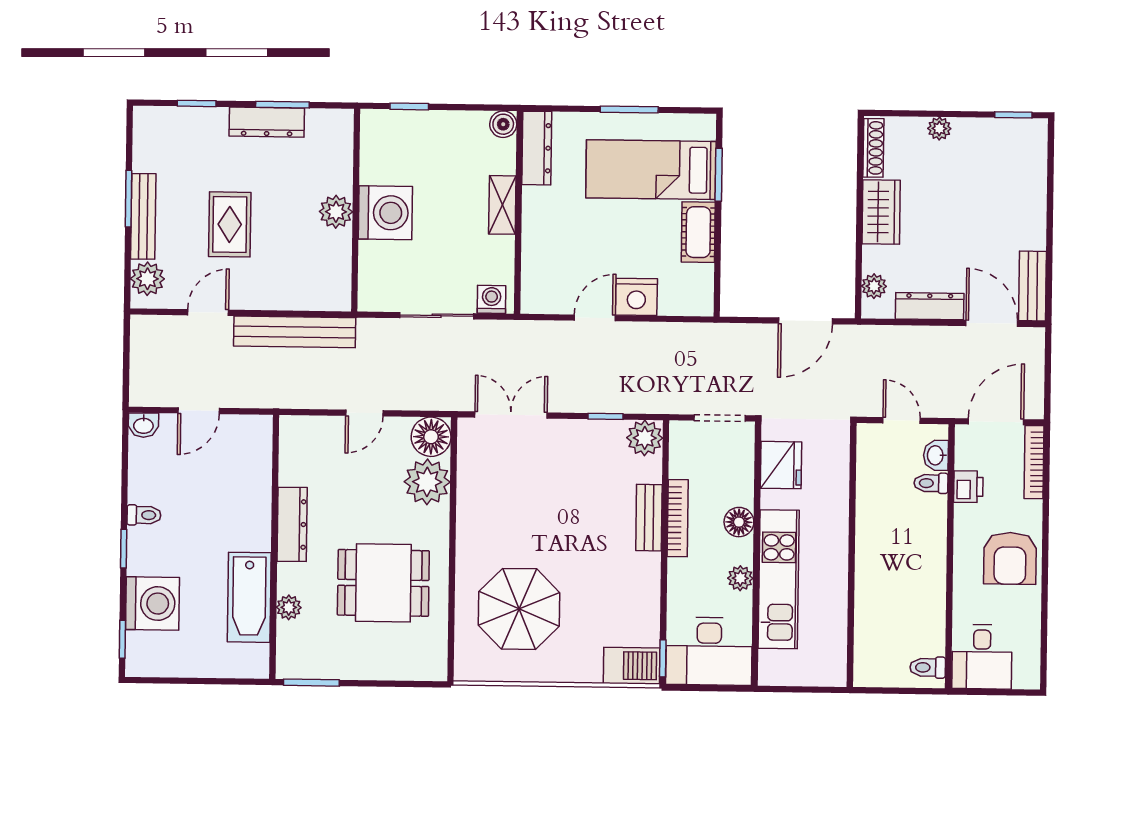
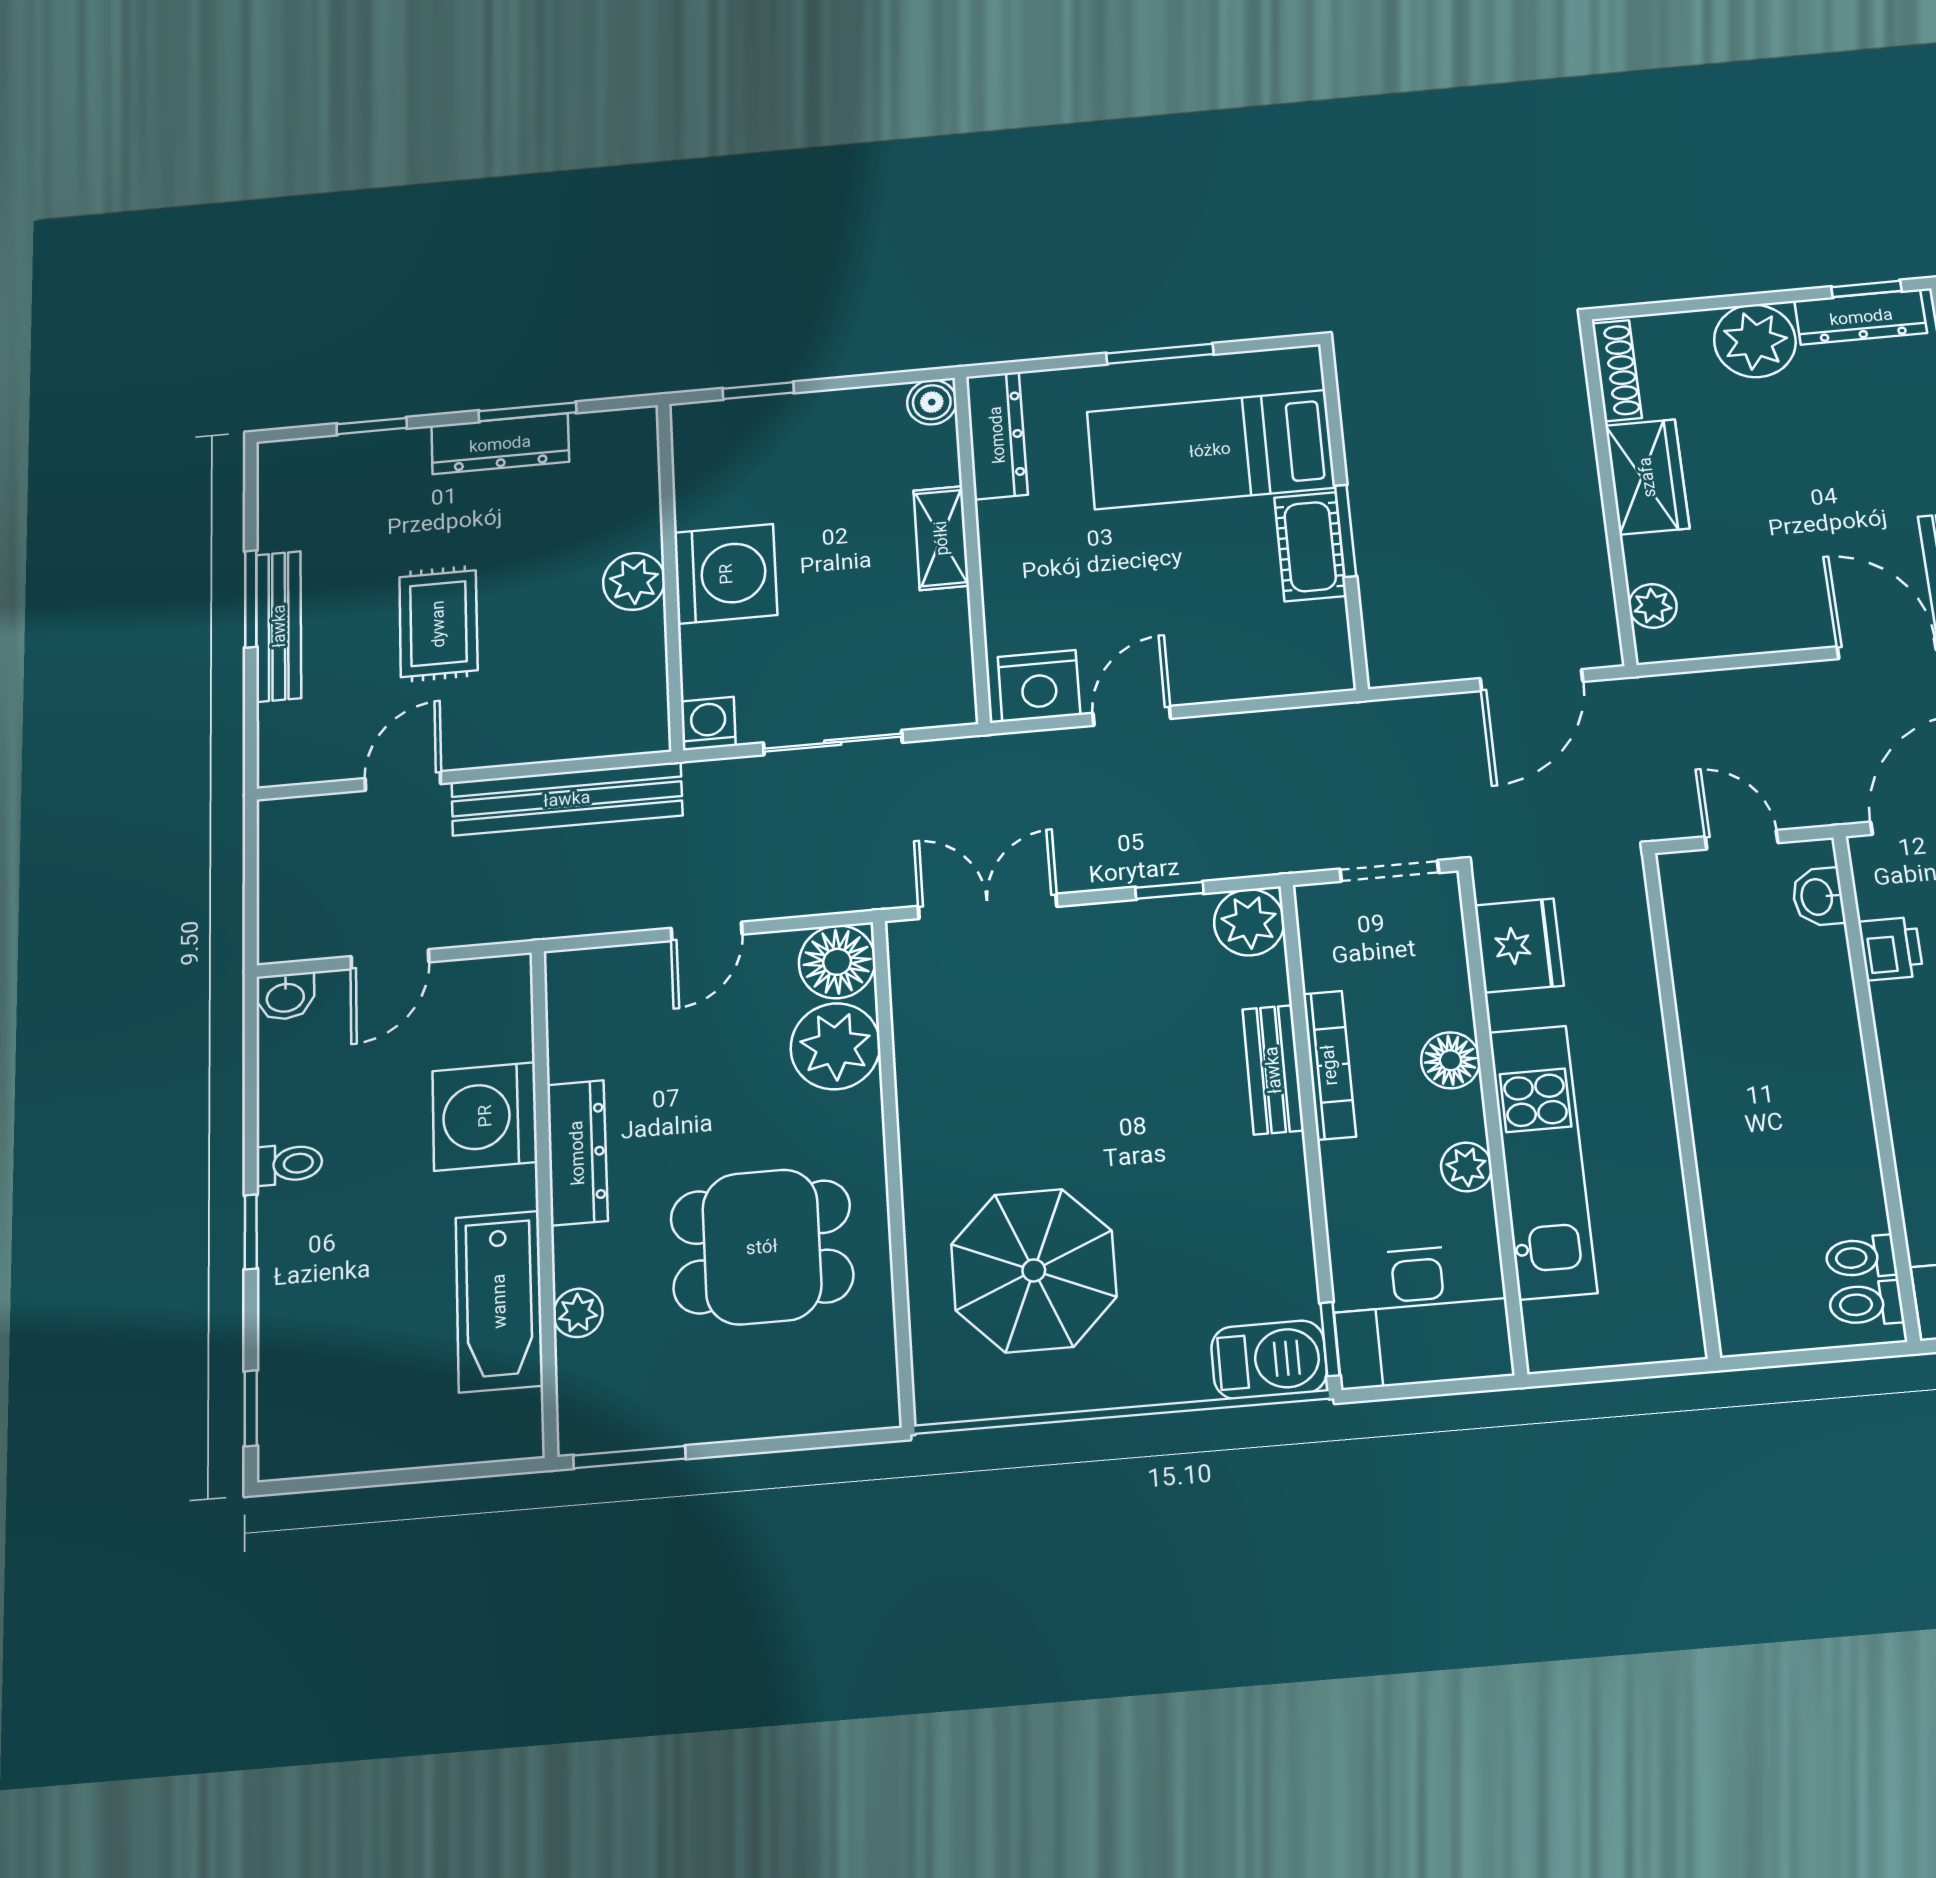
plant: (939, 128) -> (1755, 341), width x1.88, depth x1.88
window: (719, 175) -> (1346, 531), moved
plant: (147, 279) -> (288, 733), removed
nightstand: (636, 297) -> (1039, 686), moved
washing machine: (492, 299) -> (708, 724), moved
dresser: (930, 306) -> (1861, 317), moved, turned 180
toilet: (931, 483) -> (1861, 1257), moved
washing machine: (152, 603) -> (485, 1116), moved, turned 180

